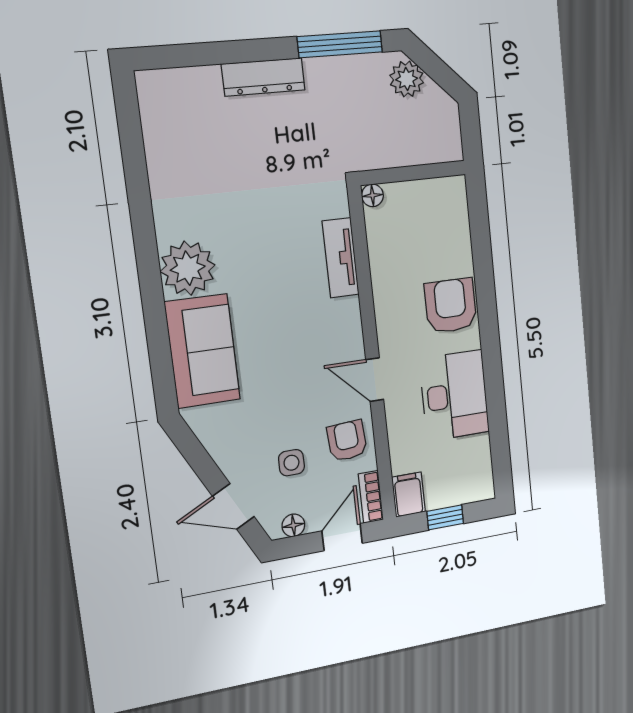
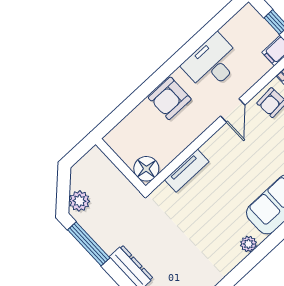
floor lamp: (372, 195) -> (146, 169), width x1.89, depth x1.89
plant: (188, 268) -> (248, 244), width x0.53, depth x0.53

